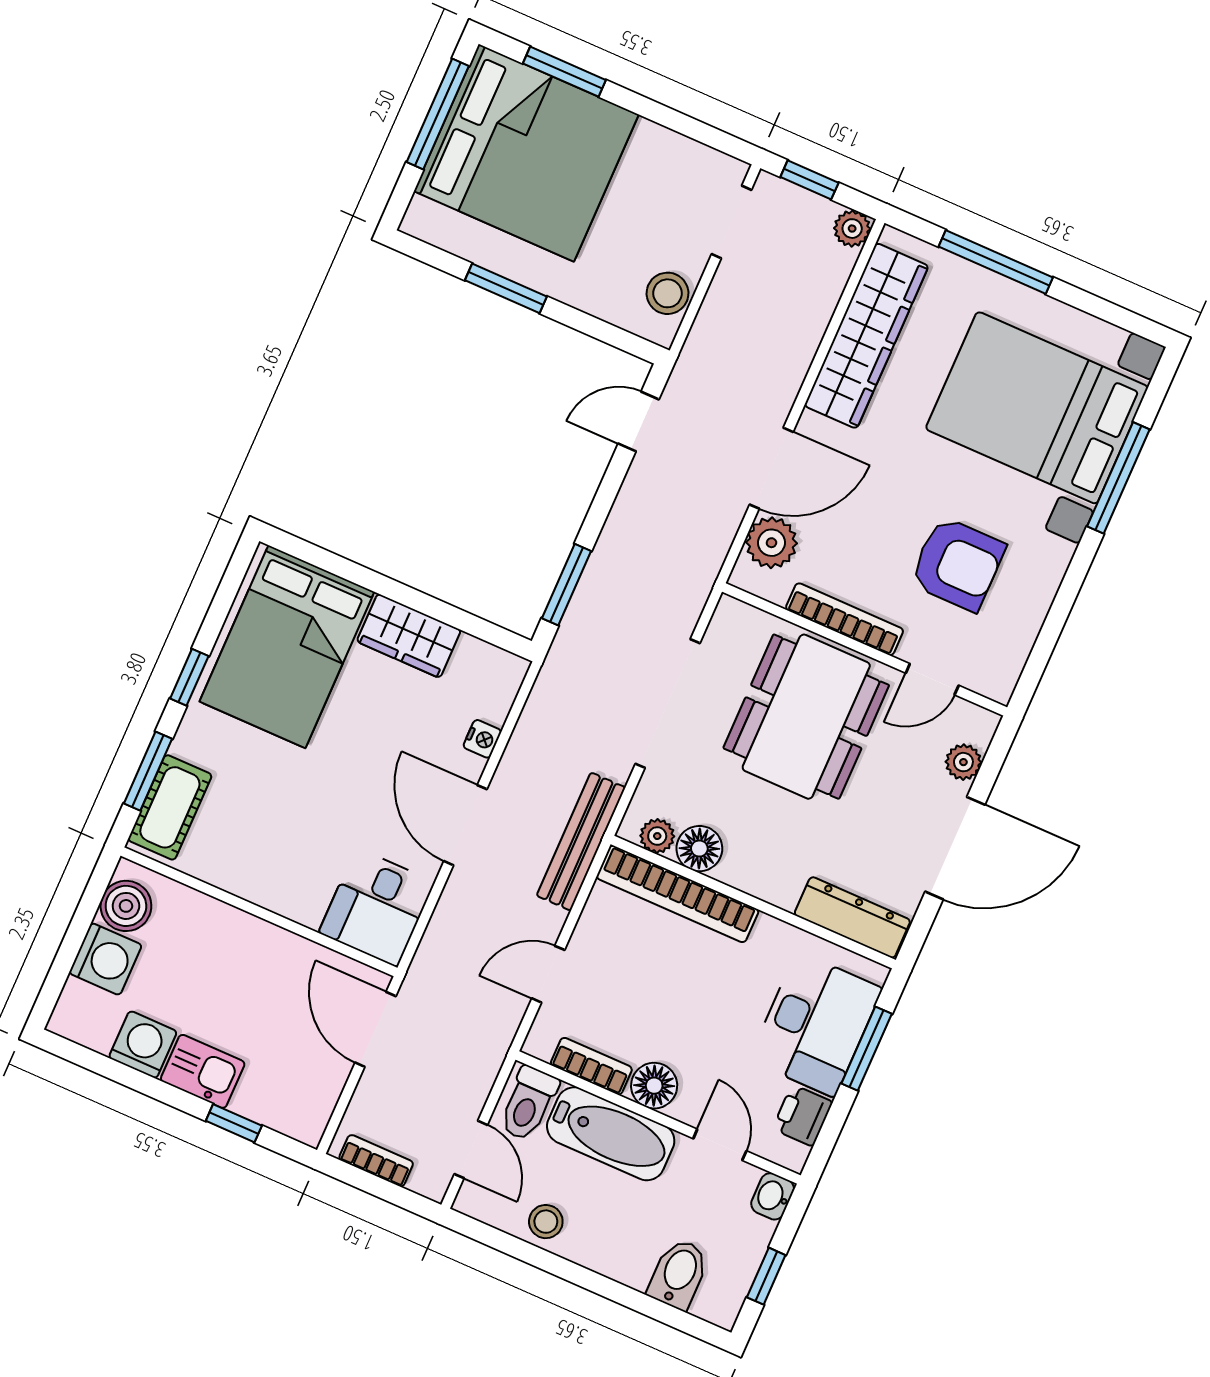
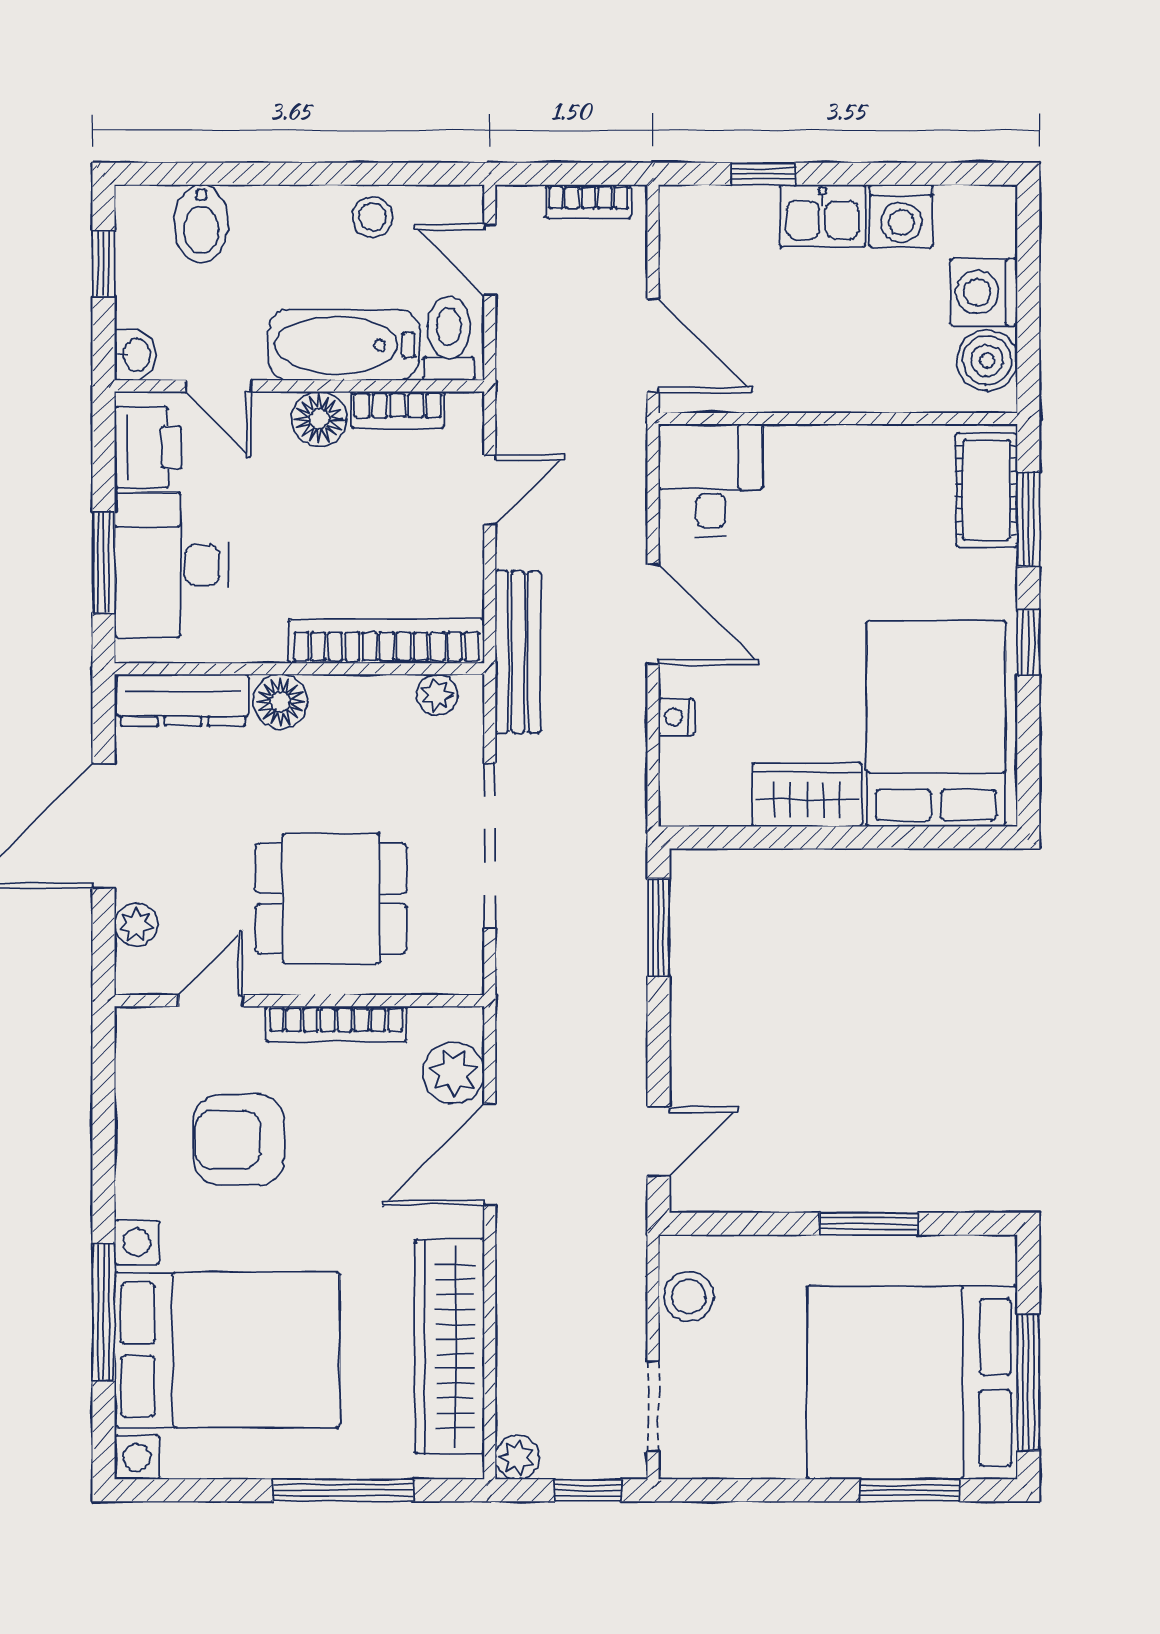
dining table: (806, 717) -> (331, 898), width x0.73
floor lamp: (699, 849) -> (280, 702), moved
printer: (803, 1115) -> (148, 447), width x1.36, depth x1.24

